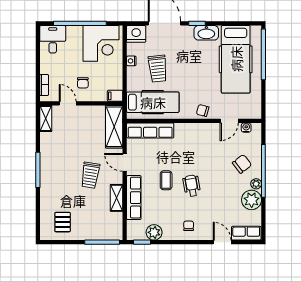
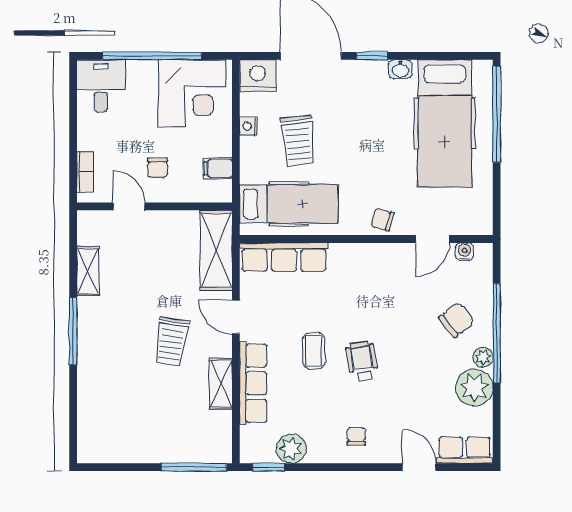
washbasin: (206, 33) -> (400, 69), width x0.52, depth x0.69
filing cabinet: (115, 96) -> (218, 169), moved
shelving: (46, 118) -> (88, 271), moved
pallet: (63, 222) -> (119, 429), removed

